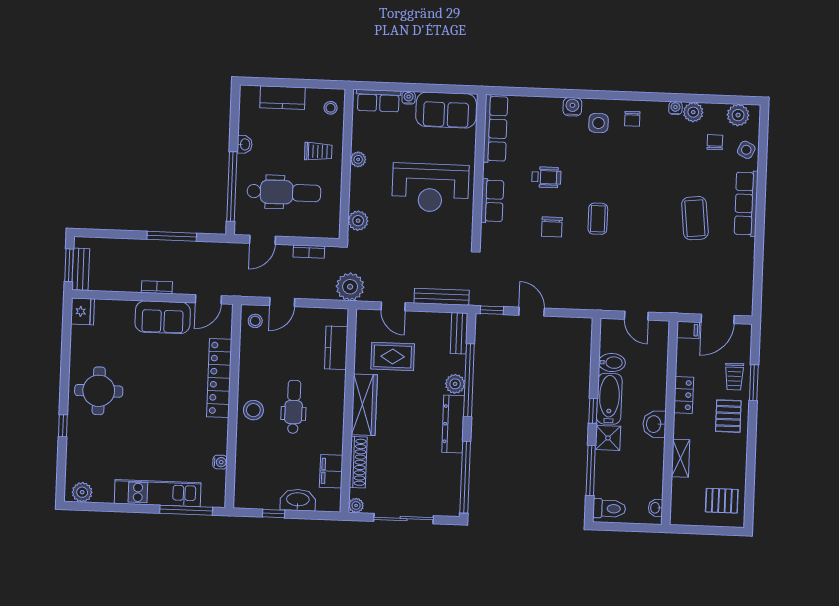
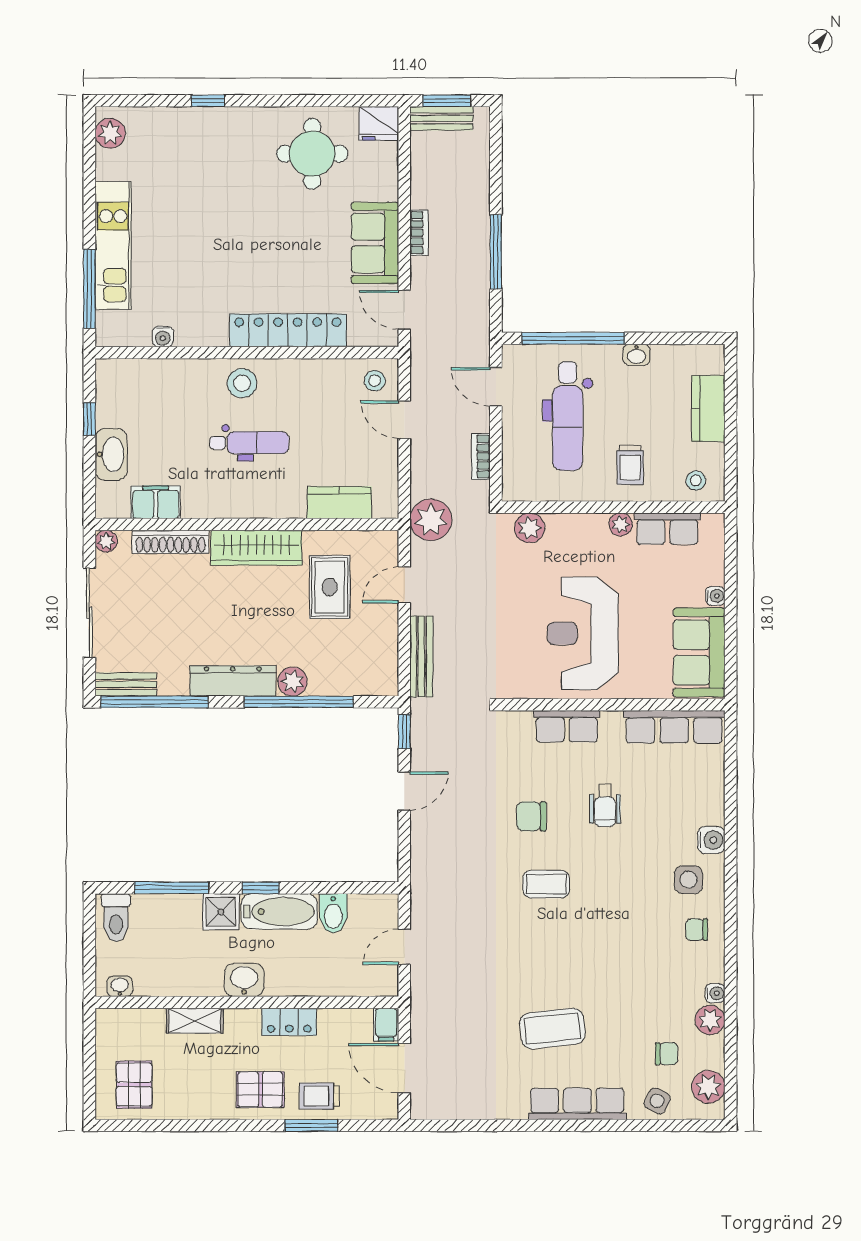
row of seats: (378, 101) -> (667, 529), moved, turned -90
bench: (459, 333) -> (126, 684), moved
round table: (99, 391) -> (312, 154), moved

